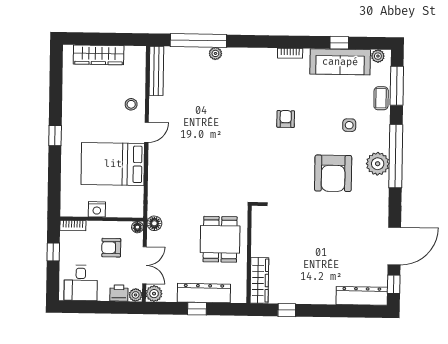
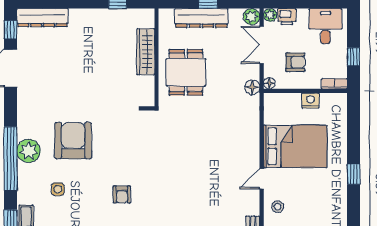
wardrobe: (259, 280) -> (146, 52), moved

